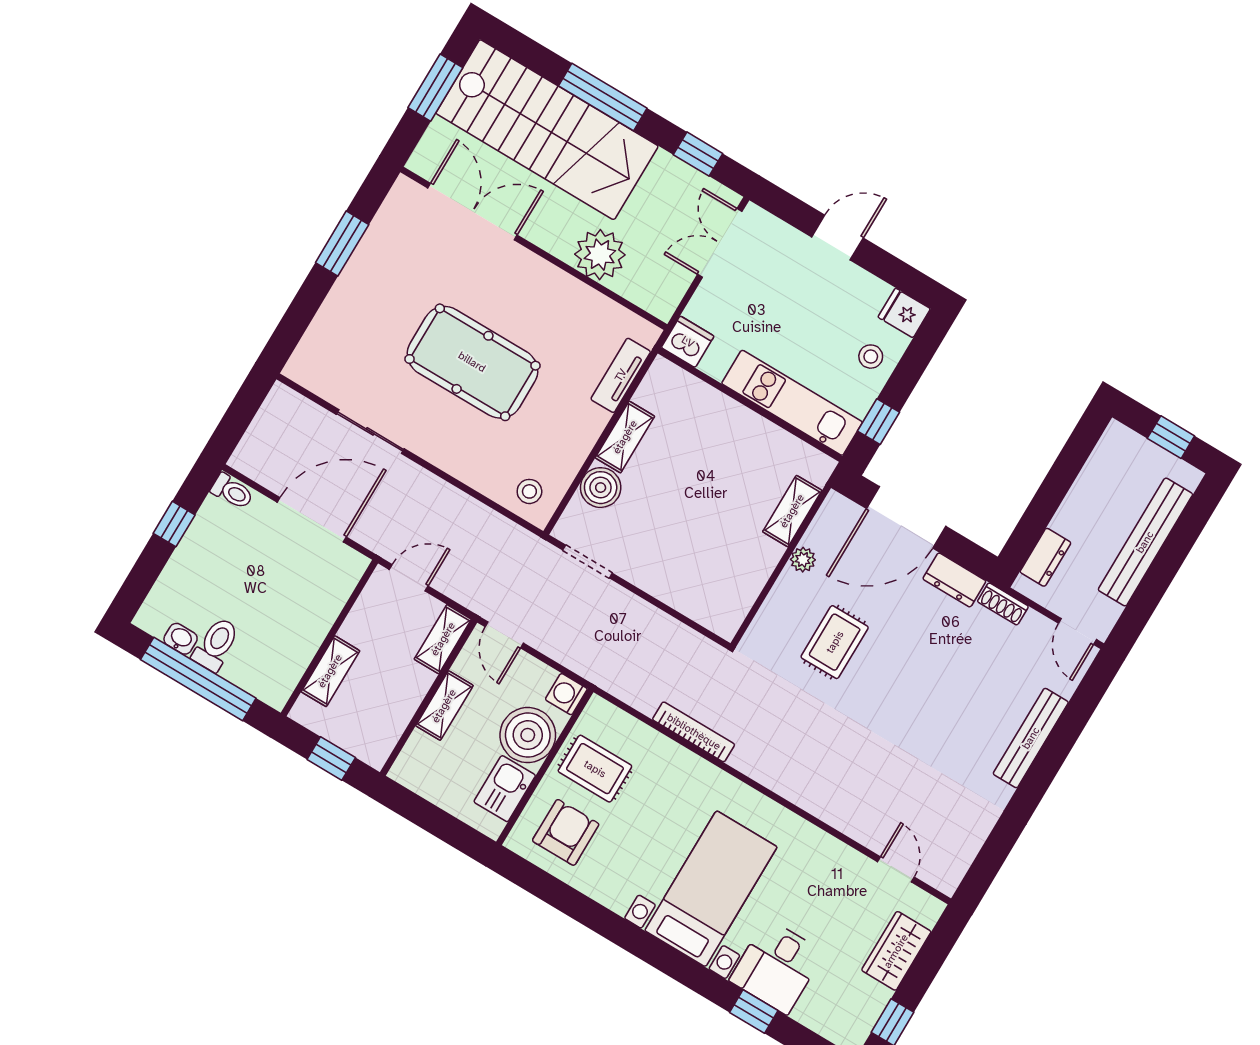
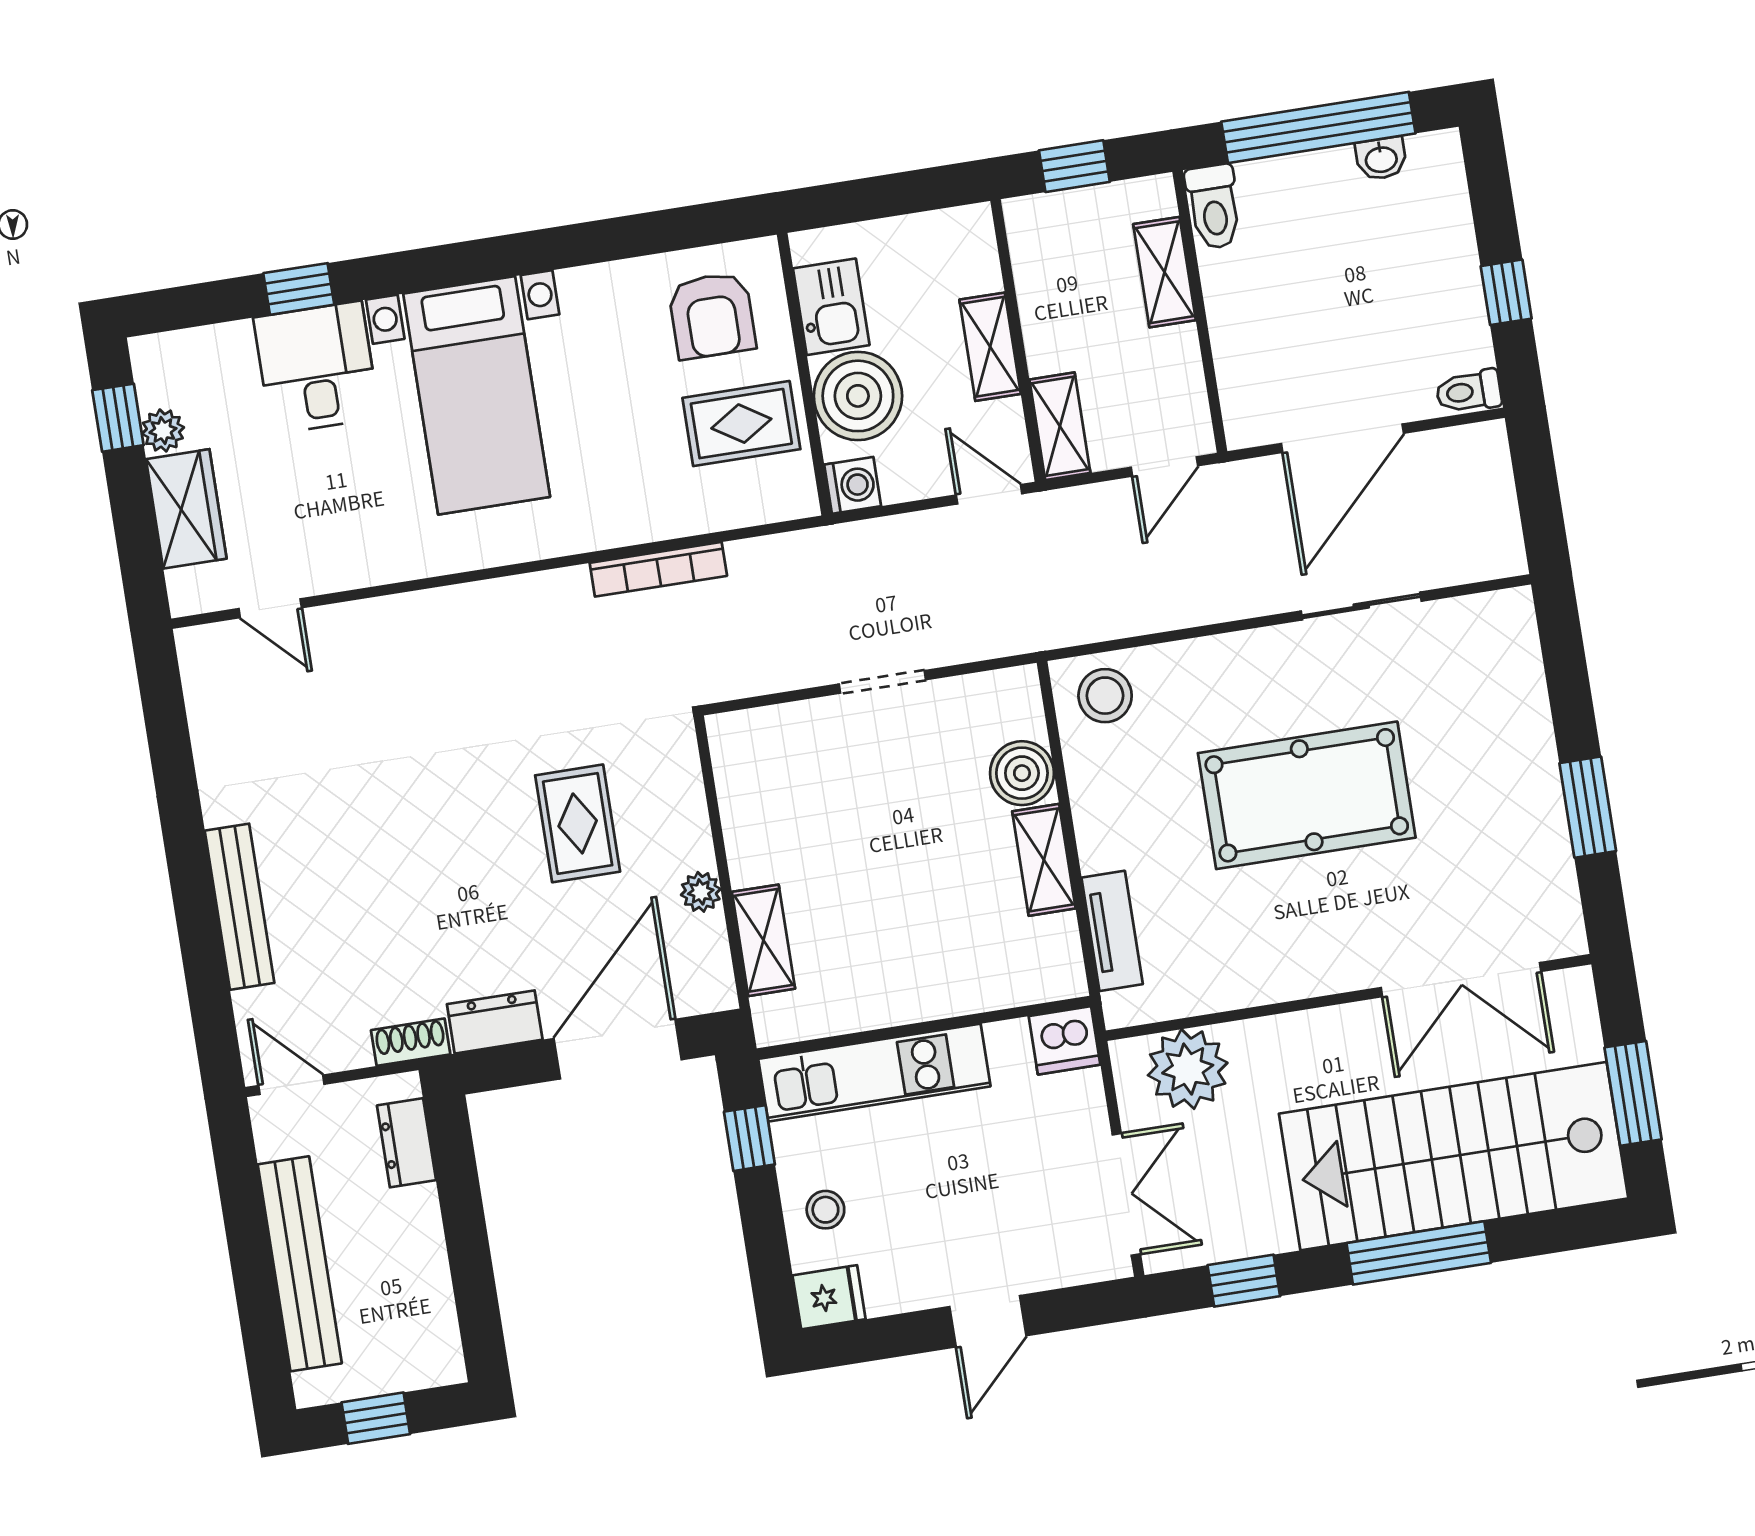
plant: (600, 255) -> (1188, 1069), moved
stool: (529, 491) -> (1105, 696), width x1.37, depth x1.37
doorway: (588, 562) -> (882, 682), moved
toilet: (216, 644) -> (1214, 207), moved
plant: (876, 998) -> (163, 431), added

